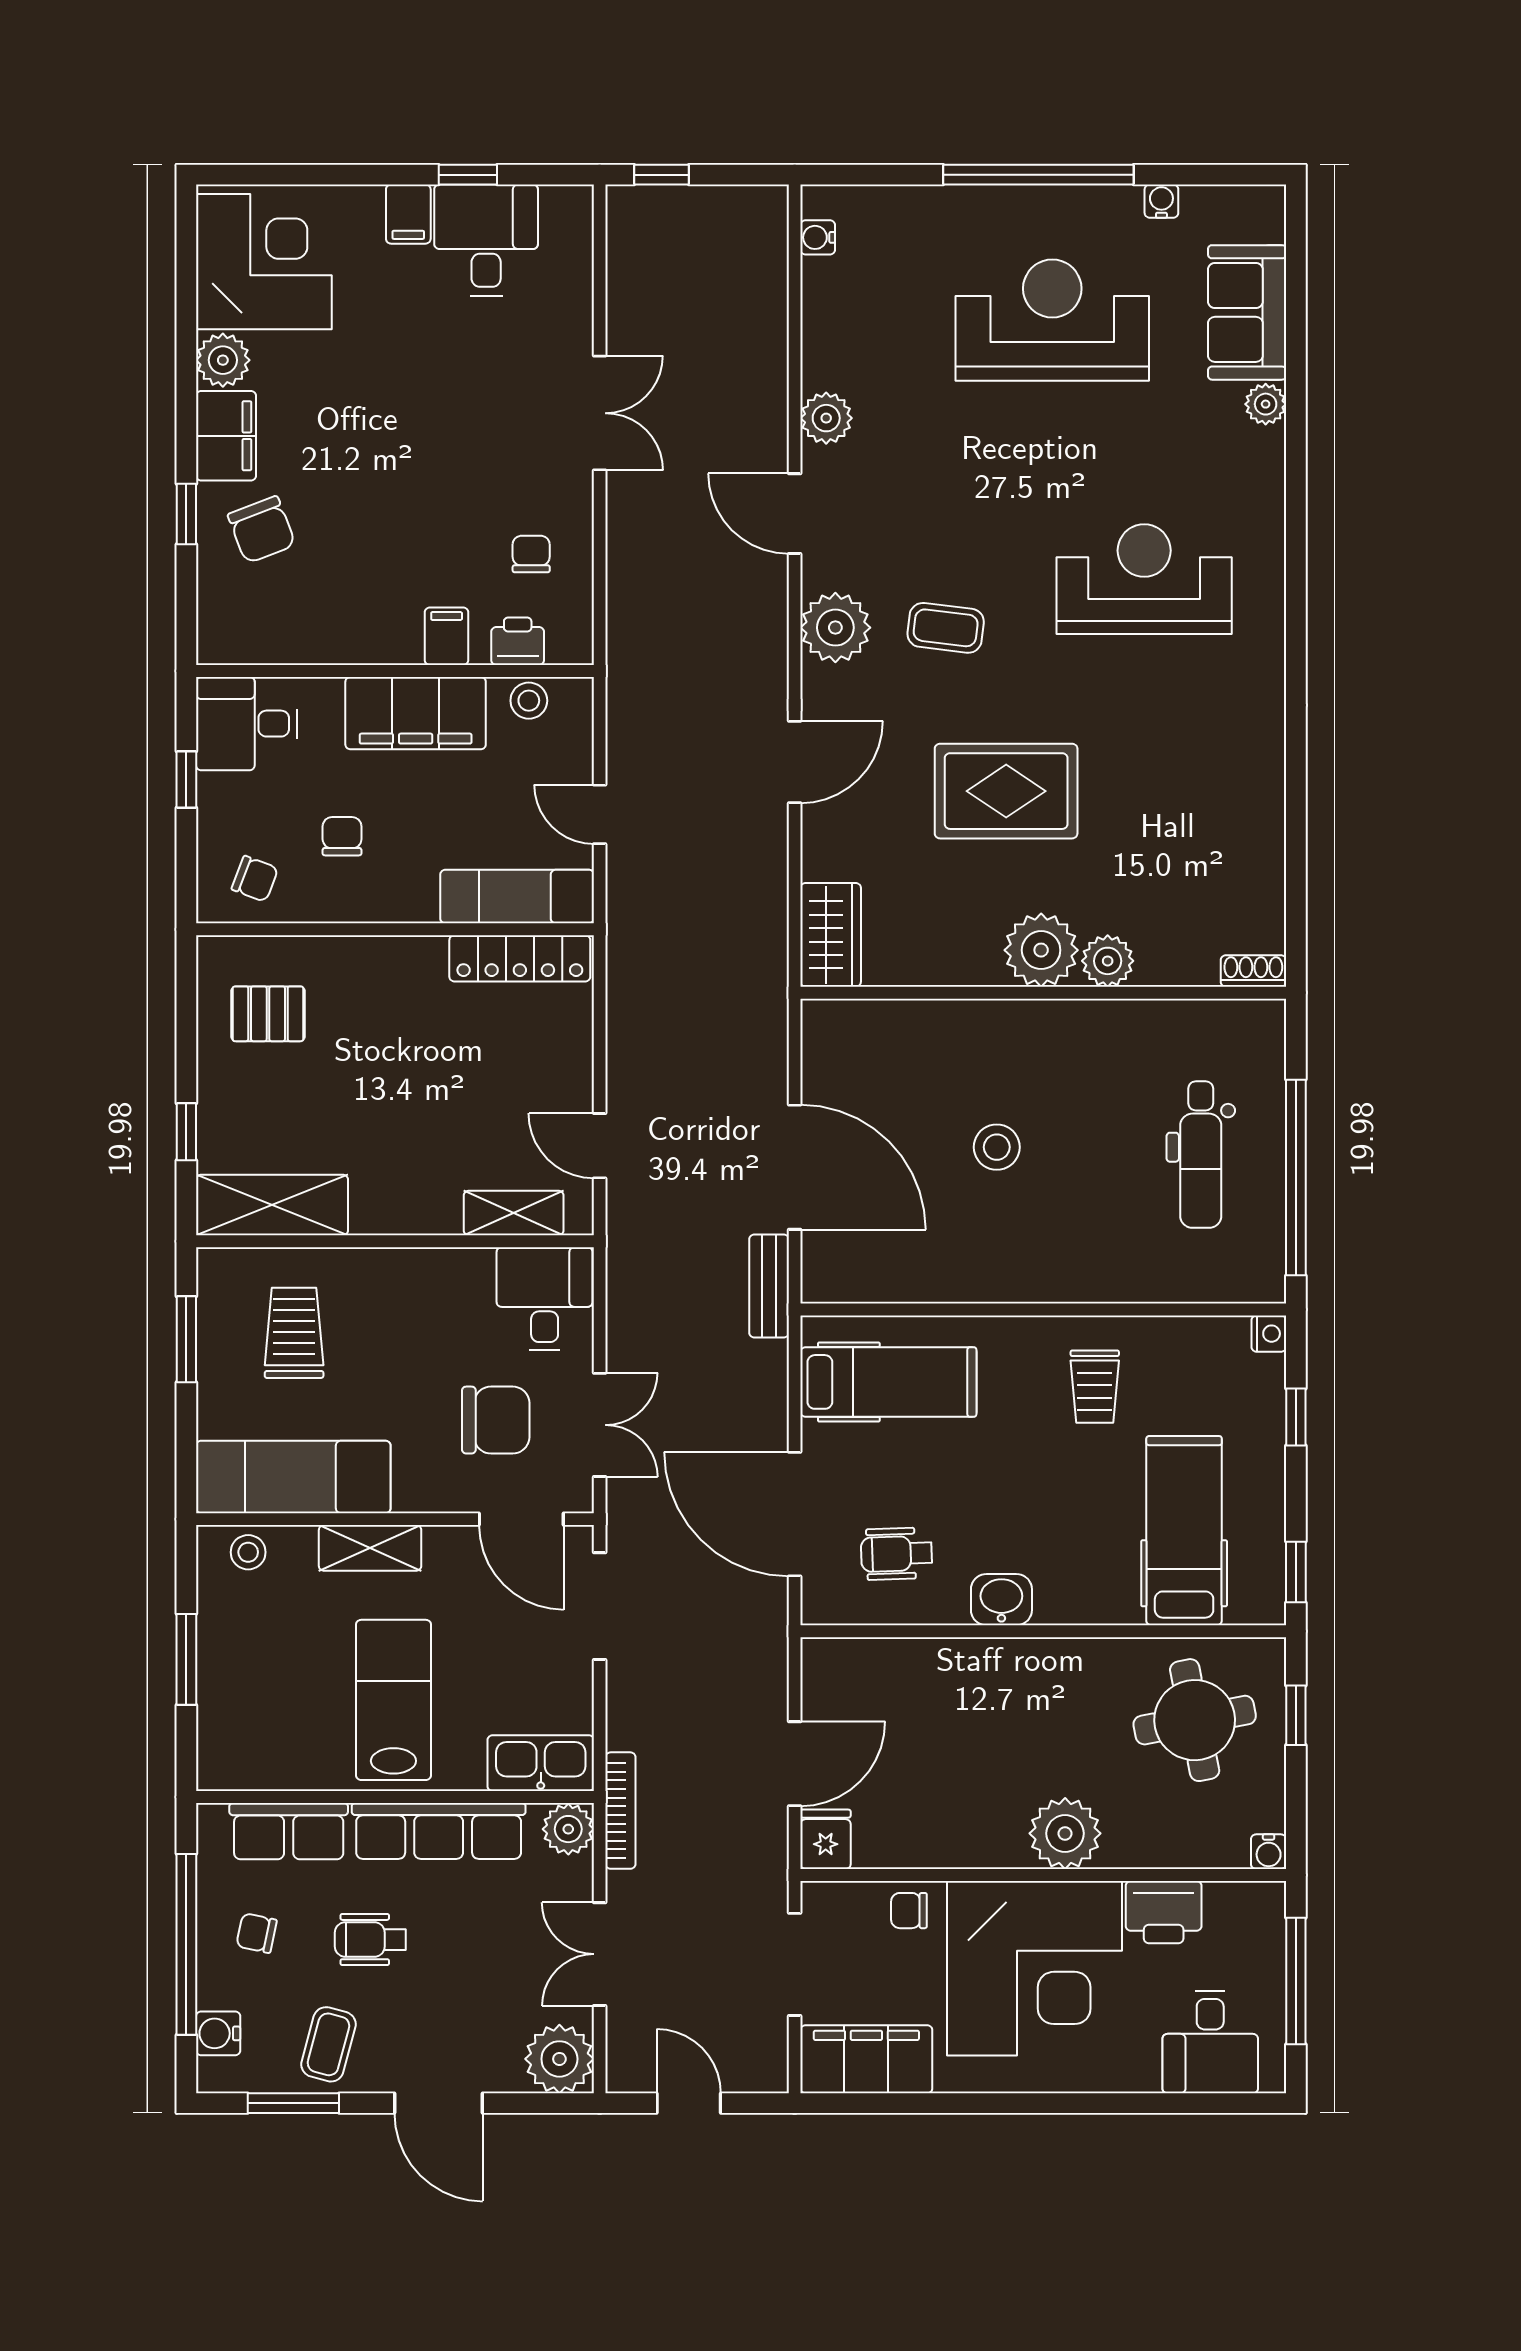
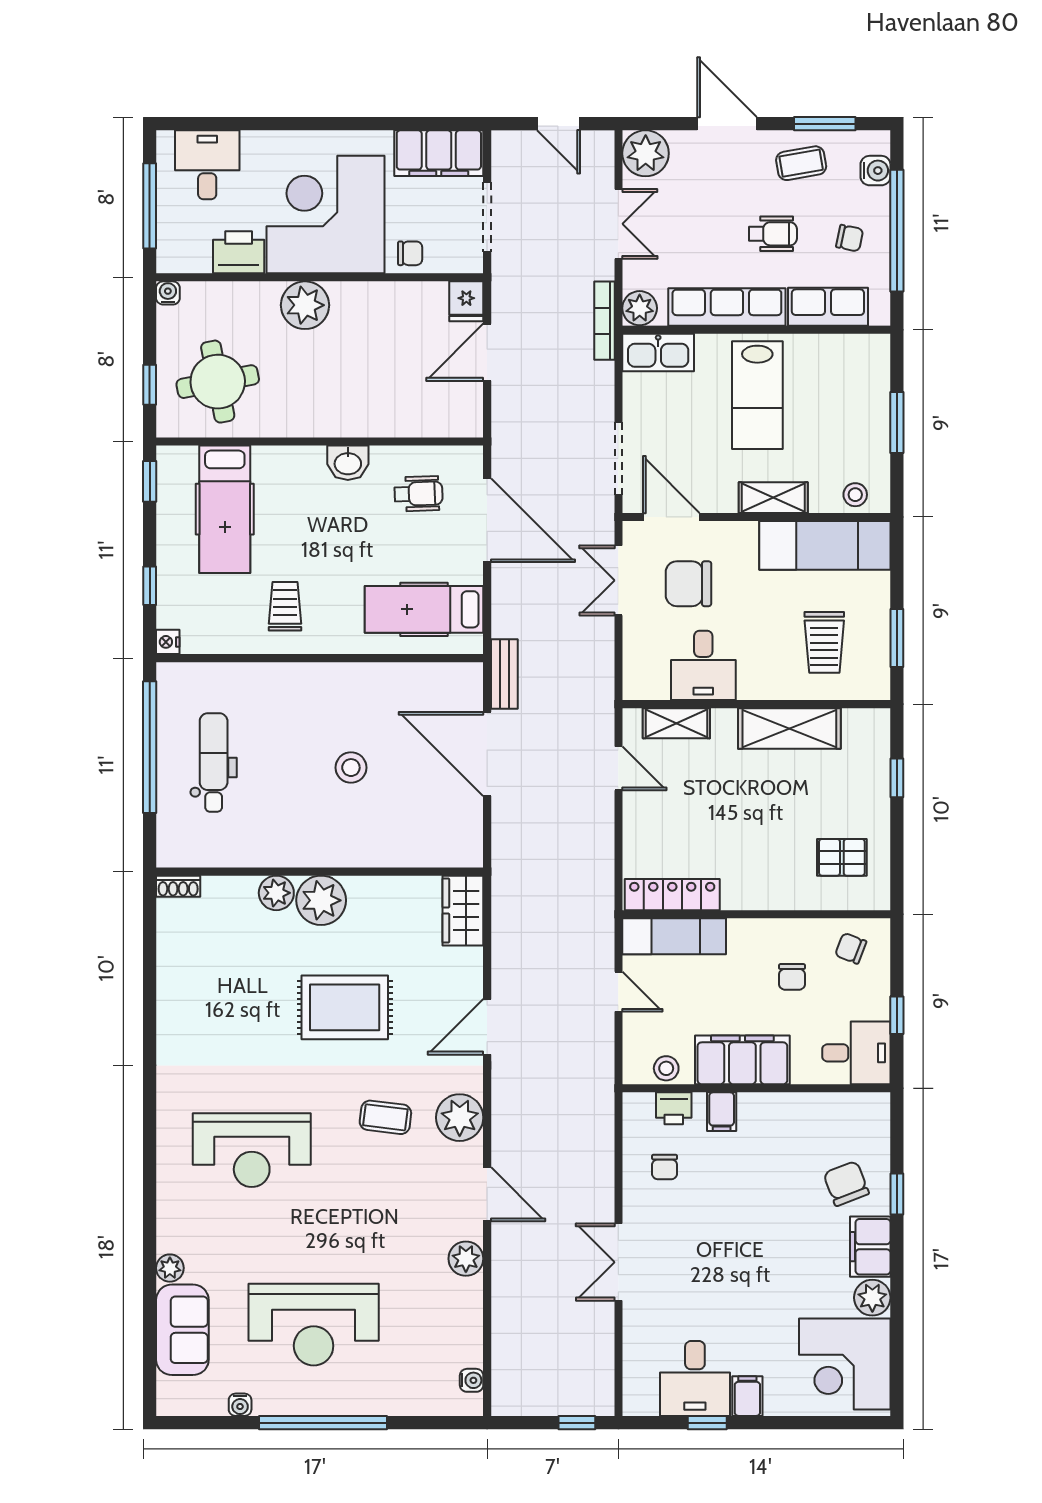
shelving: (272, 1205) -> (789, 729), moved
desk: (545, 1299) -> (703, 665), moved
coffee table: (328, 2044) -> (801, 163), turned 65

